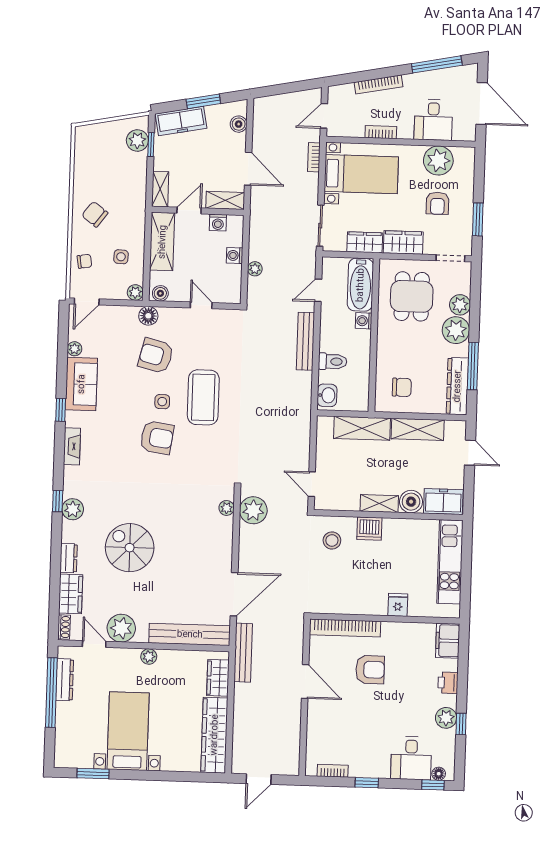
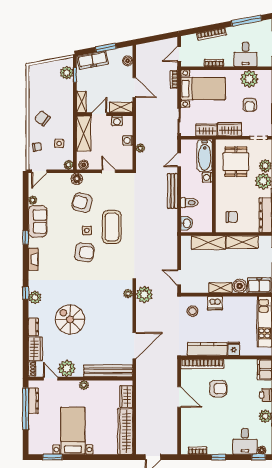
kitchen counter: (354, 604) -> (207, 349), added
bench: (243, 653) -> (141, 381), removed

